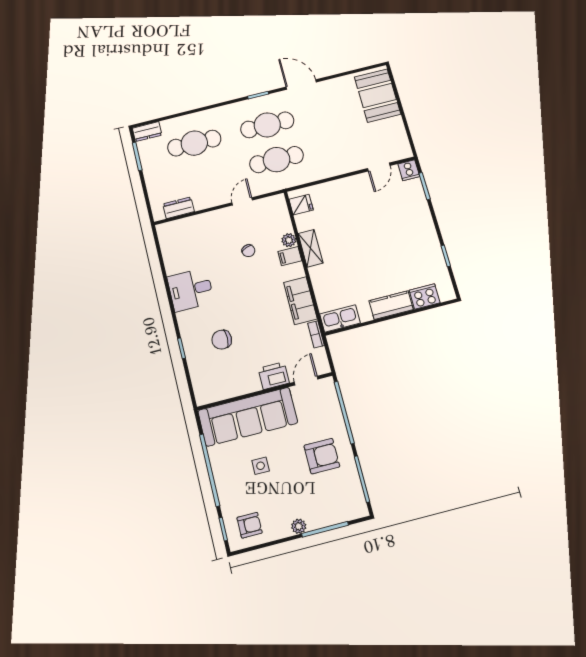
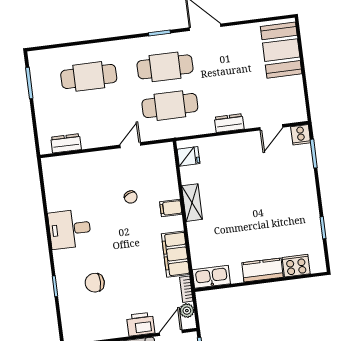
dresser: (147, 132) -> (229, 123), moved, turned 180
plant: (289, 240) -> (187, 311), moved

